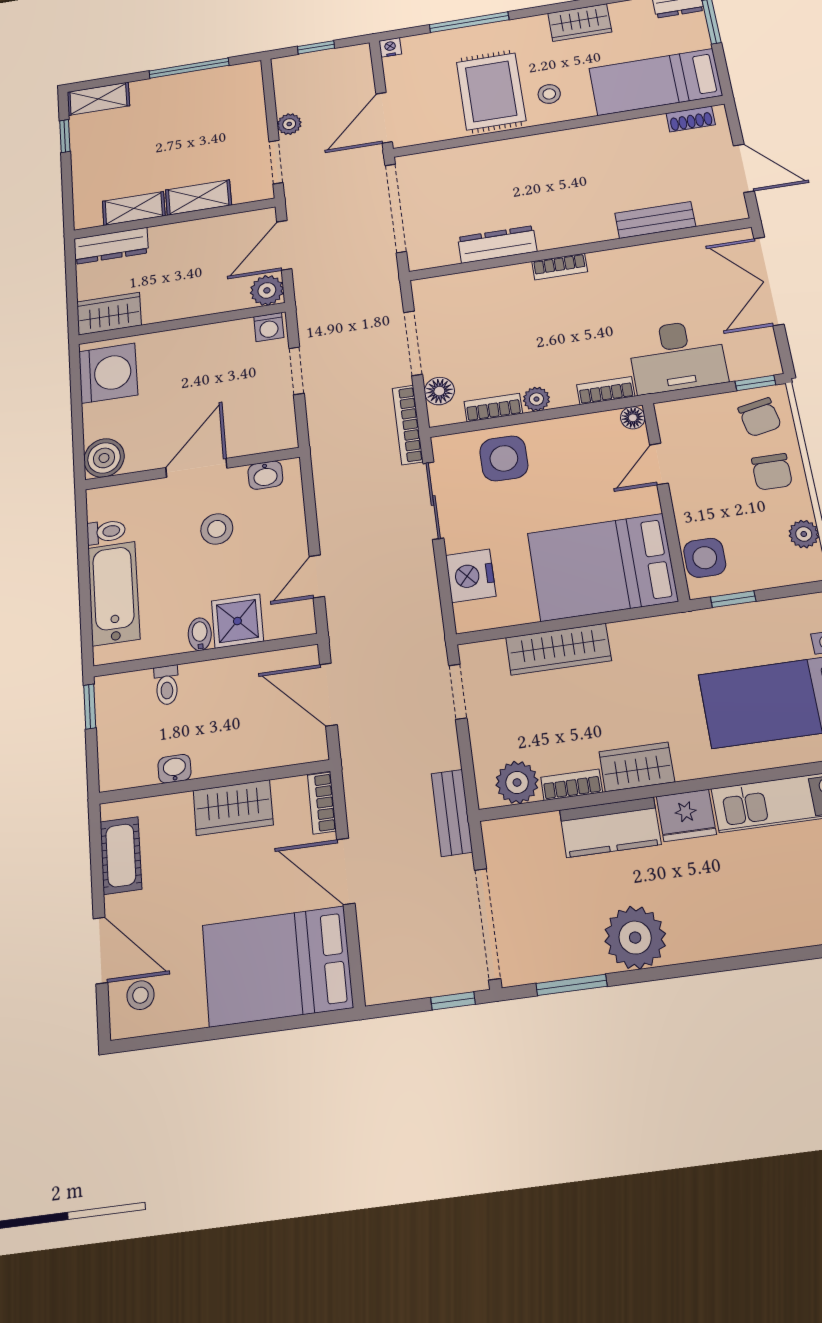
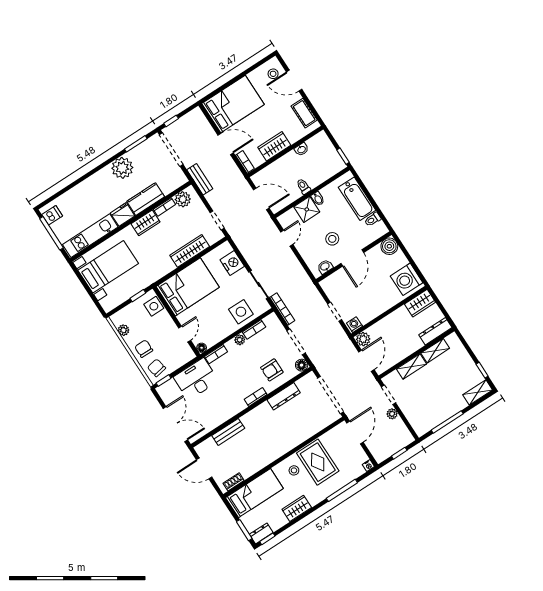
armchair: (496, 307) -> (272, 370), added
floor lamp: (439, 391) -> (302, 365), moved
toilet: (167, 685) -> (303, 186), moved

